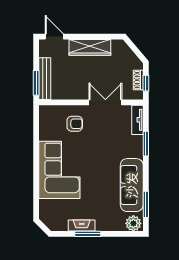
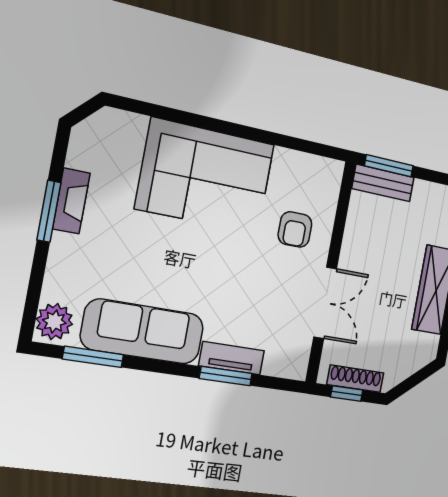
bench: (45, 79) -> (383, 183), width x0.73
shoe rack: (138, 80) -> (355, 379), width x1.43
tv unit: (137, 120) -> (232, 358), moved

